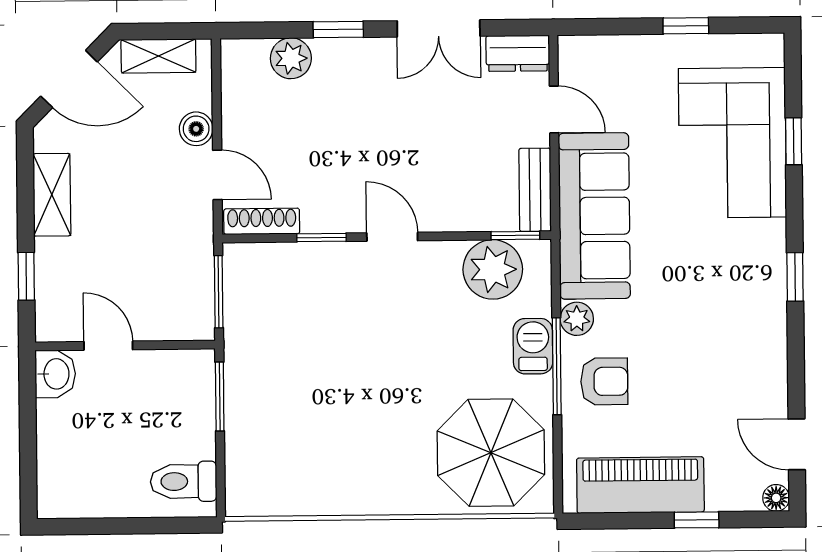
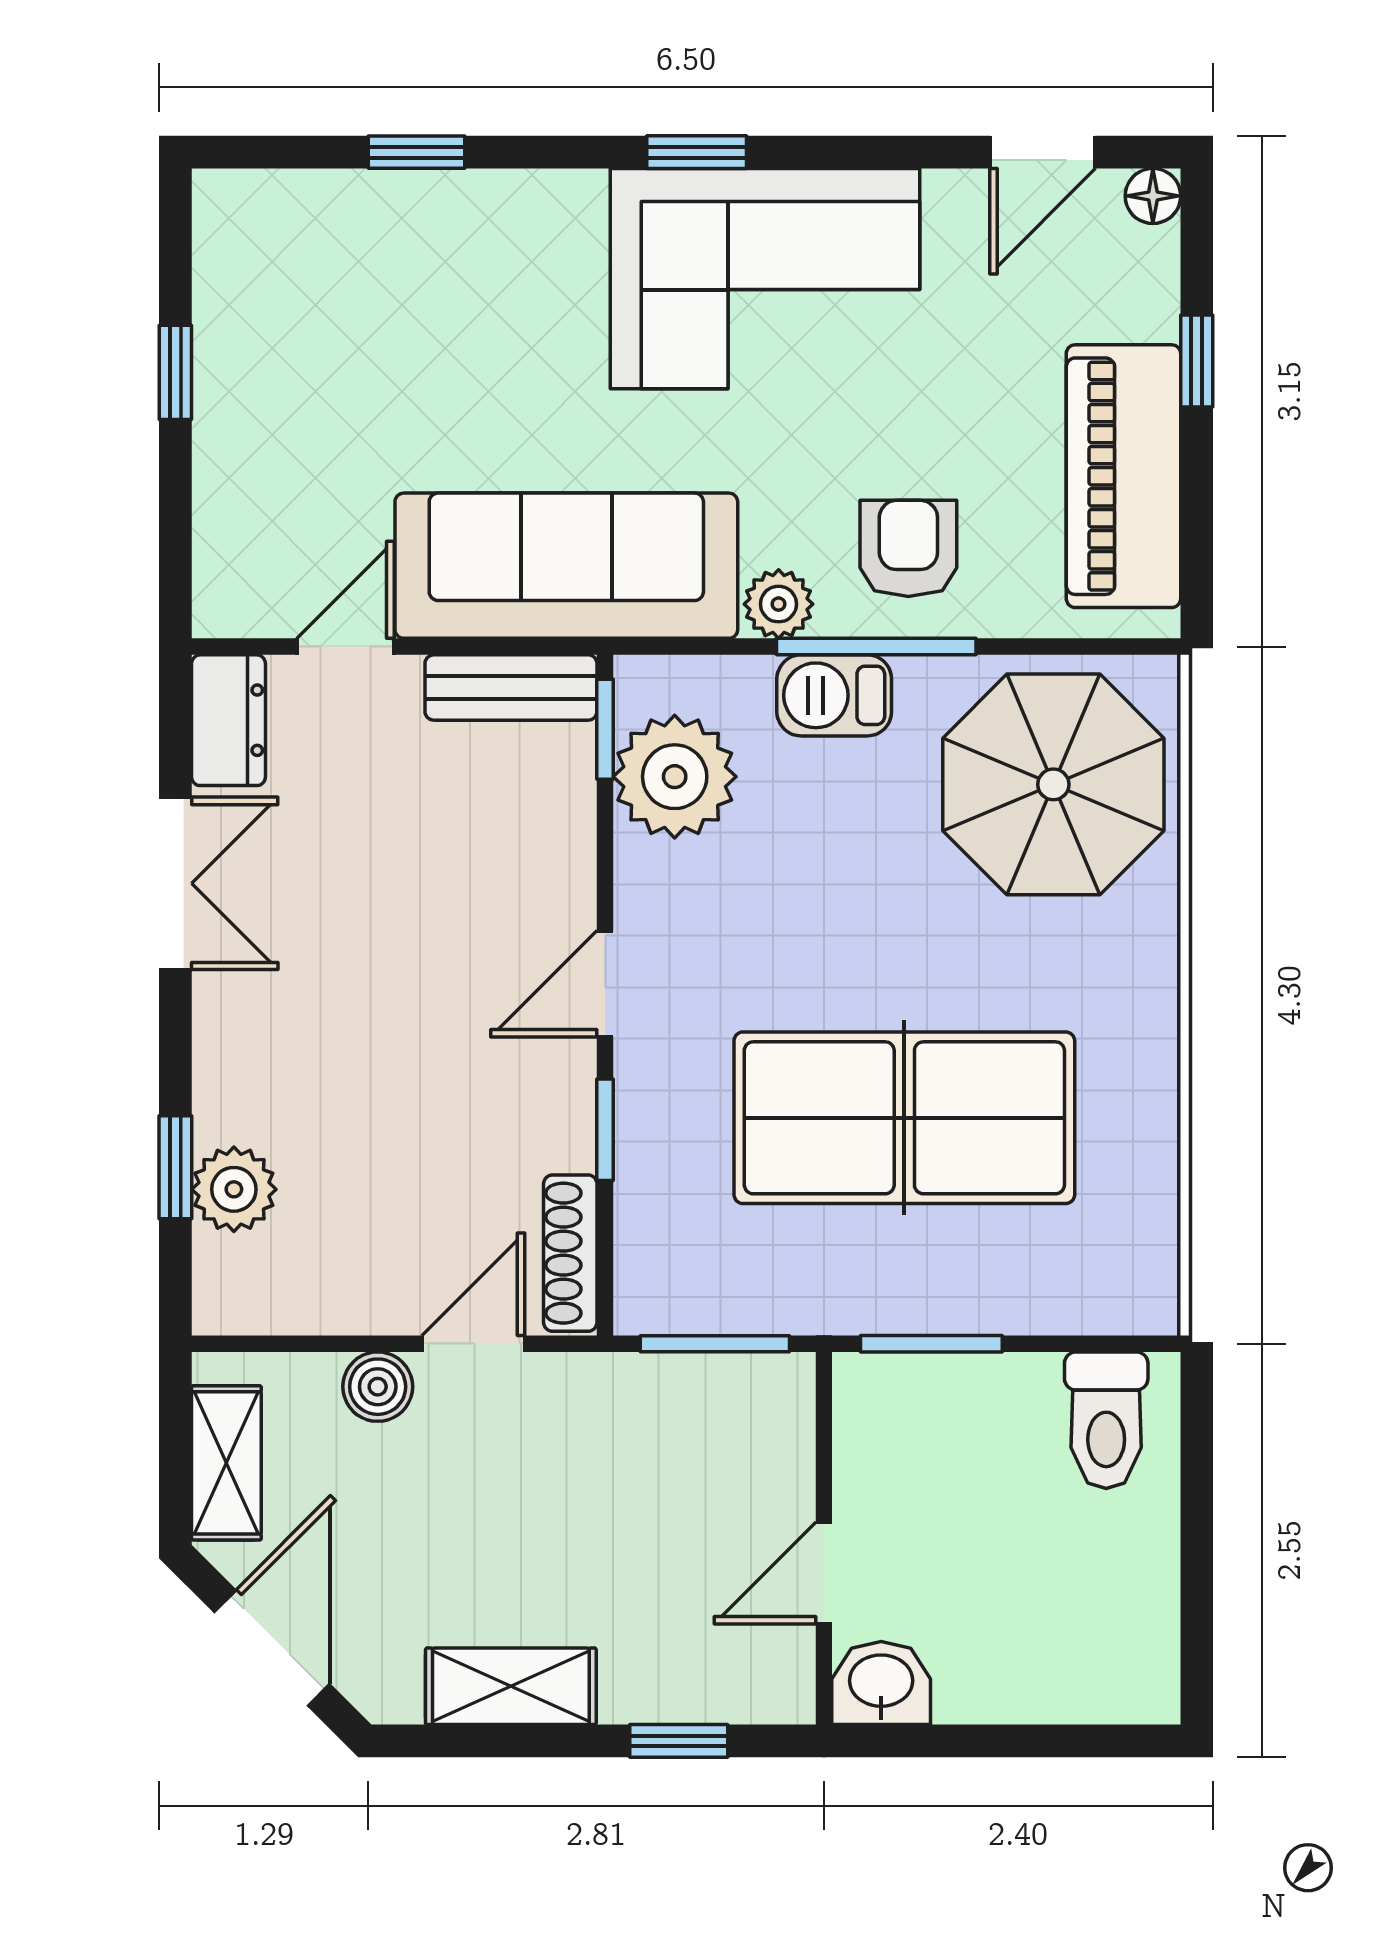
window: (338, 29) -> (175, 1167), moved
corner sofa: (732, 143) -> (765, 279), moved
table tennis table: (329, 382) -> (904, 1118), added

